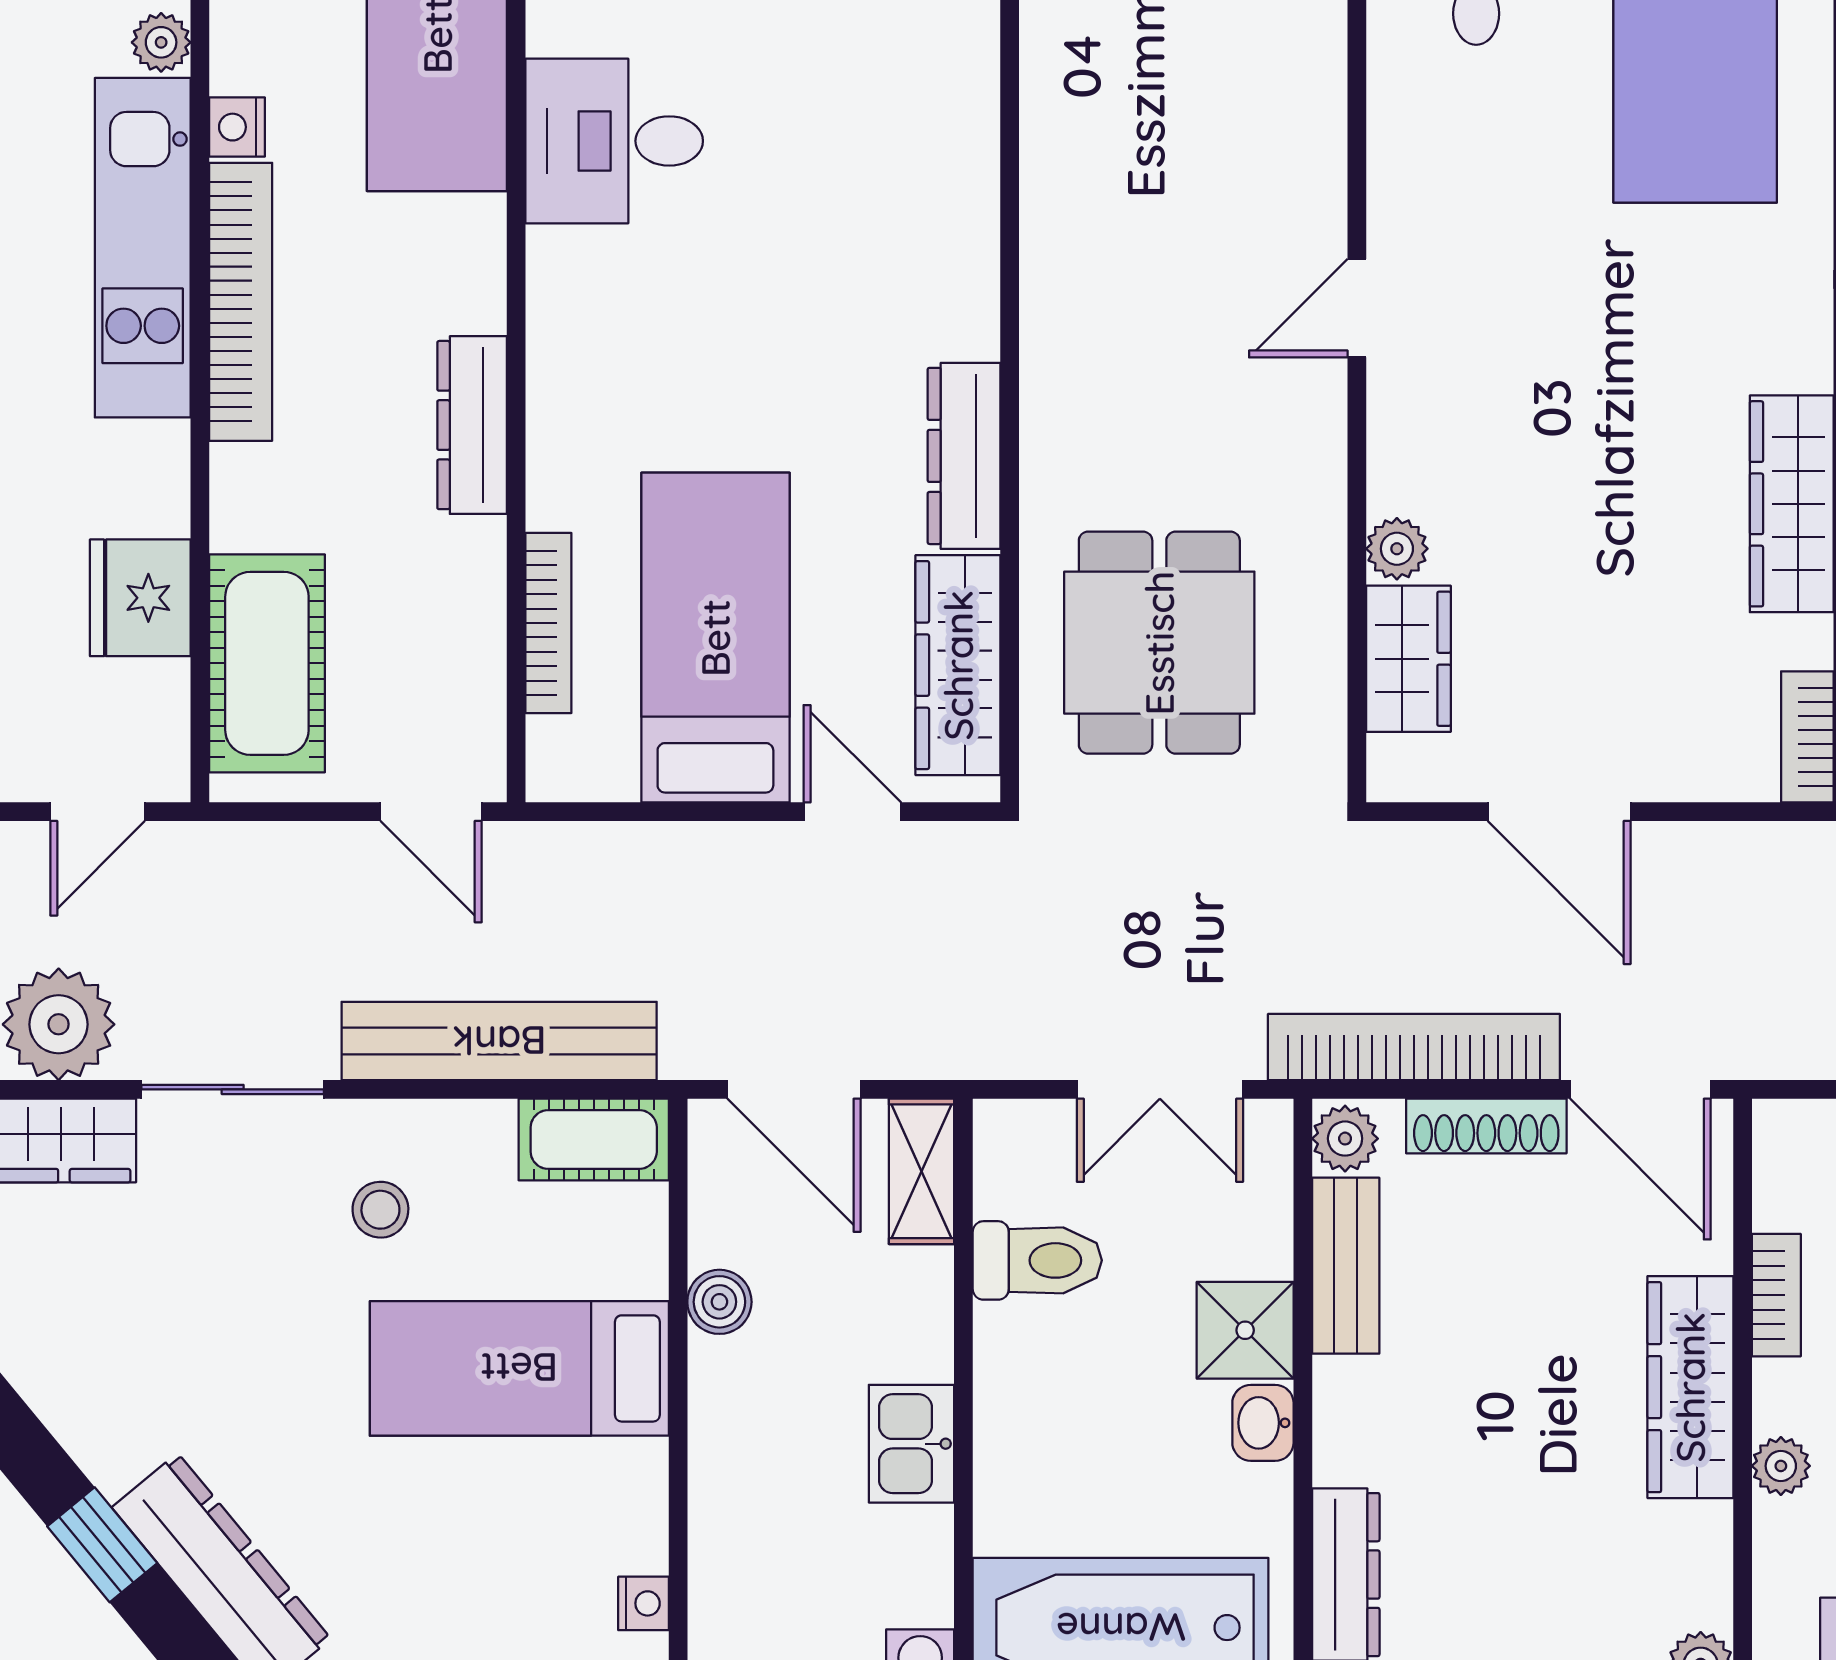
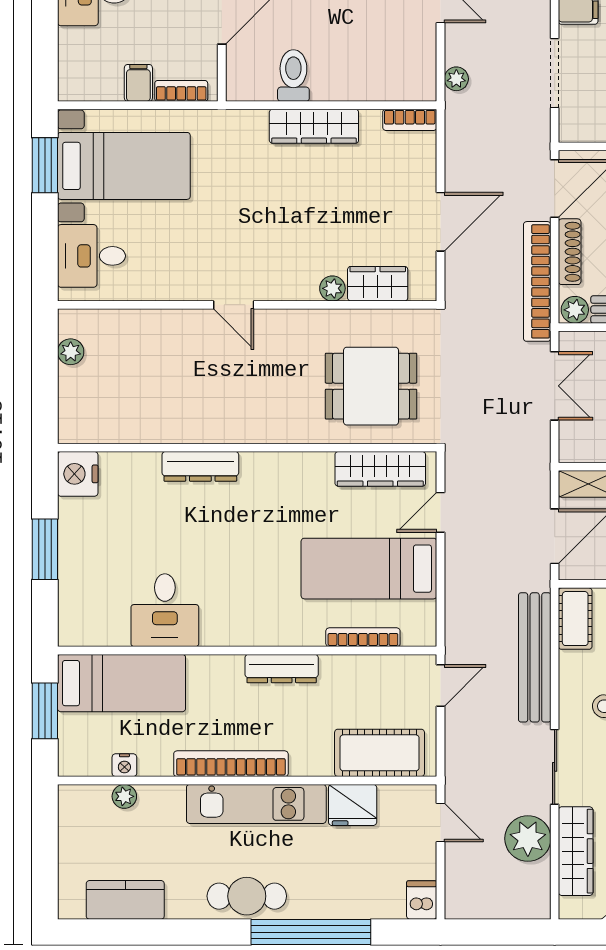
nightstand: (237, 127) -> (124, 765), moved
kitchen unit: (143, 248) -> (256, 804), moved
dresser: (964, 456) -> (200, 466), moved

